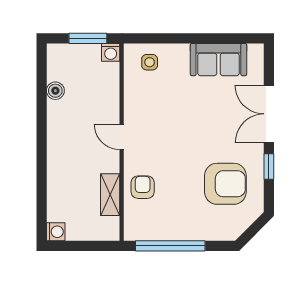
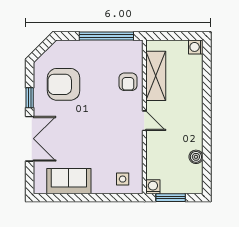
shelving: (110, 195) -> (156, 76), width x1.50, depth x1.33

